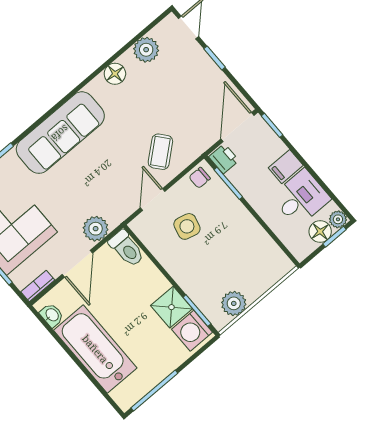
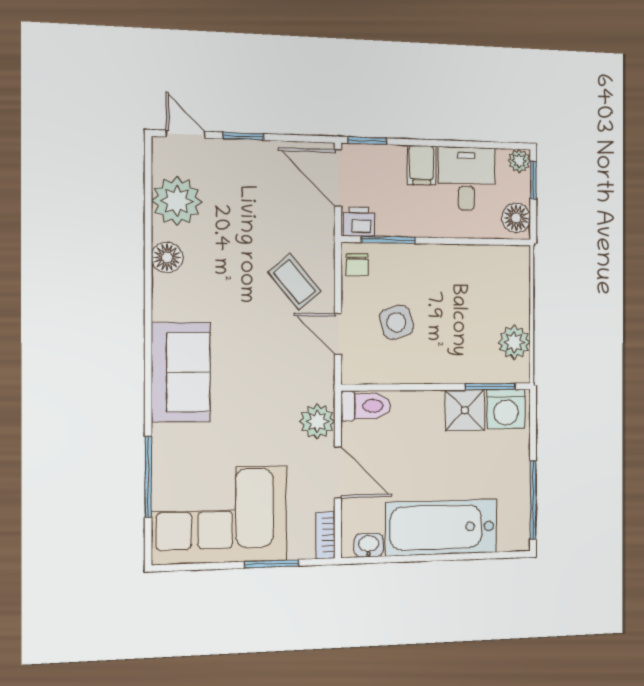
plant: (146, 50) -> (177, 201), width x1.36, depth x1.36
sofa: (60, 133) -> (181, 372), width x0.73
side table: (187, 226) -> (396, 322), turned -30
floor lamp: (320, 232) -> (516, 218), moved

